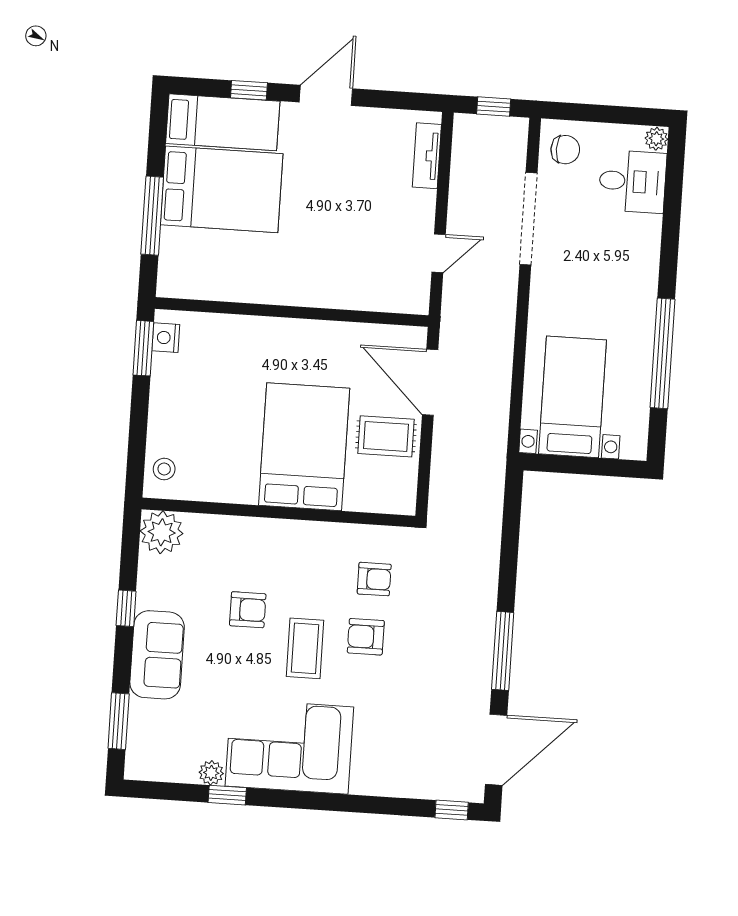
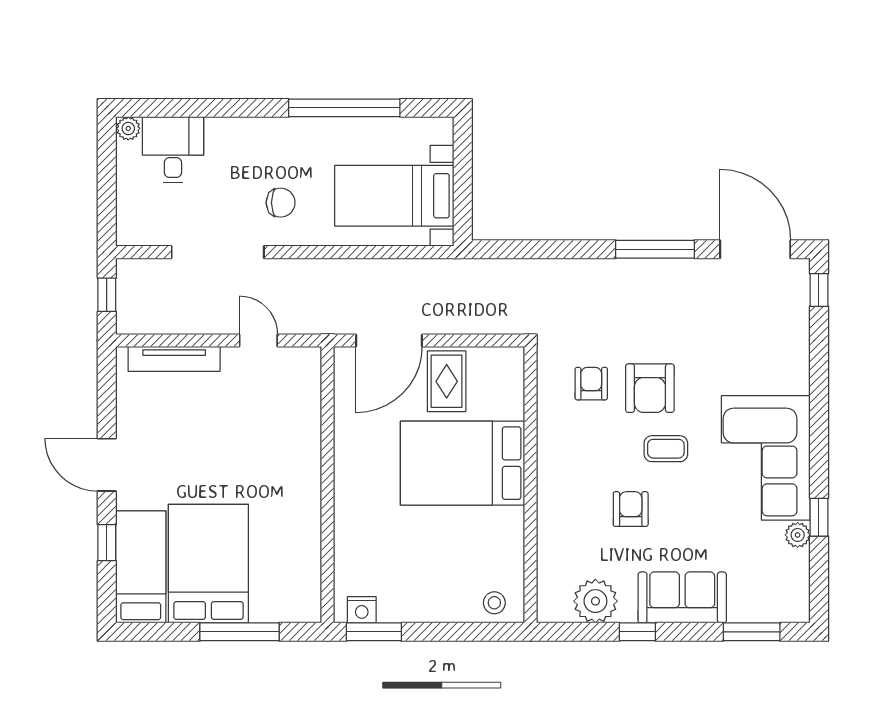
chair: (565, 150) -> (281, 203), moved, turned 90
tv unit: (427, 156) -> (174, 359), width x1.41
plant: (162, 532) -> (595, 601), moved
armchair: (366, 637) -> (650, 388), width x1.38, depth x1.38
coffee table: (305, 648) -> (666, 449), width x0.73, depth x0.77

